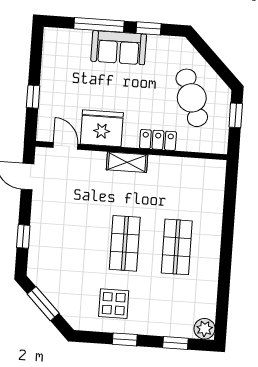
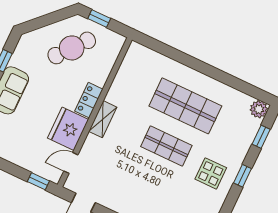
window: (33, 97) -> (38, 181), moved
cafe table: (192, 98) -> (72, 48), turned -31
locker: (158, 140) -> (89, 100), moved
shop shelf: (177, 247) -> (185, 106), width x1.43, depth x1.36

